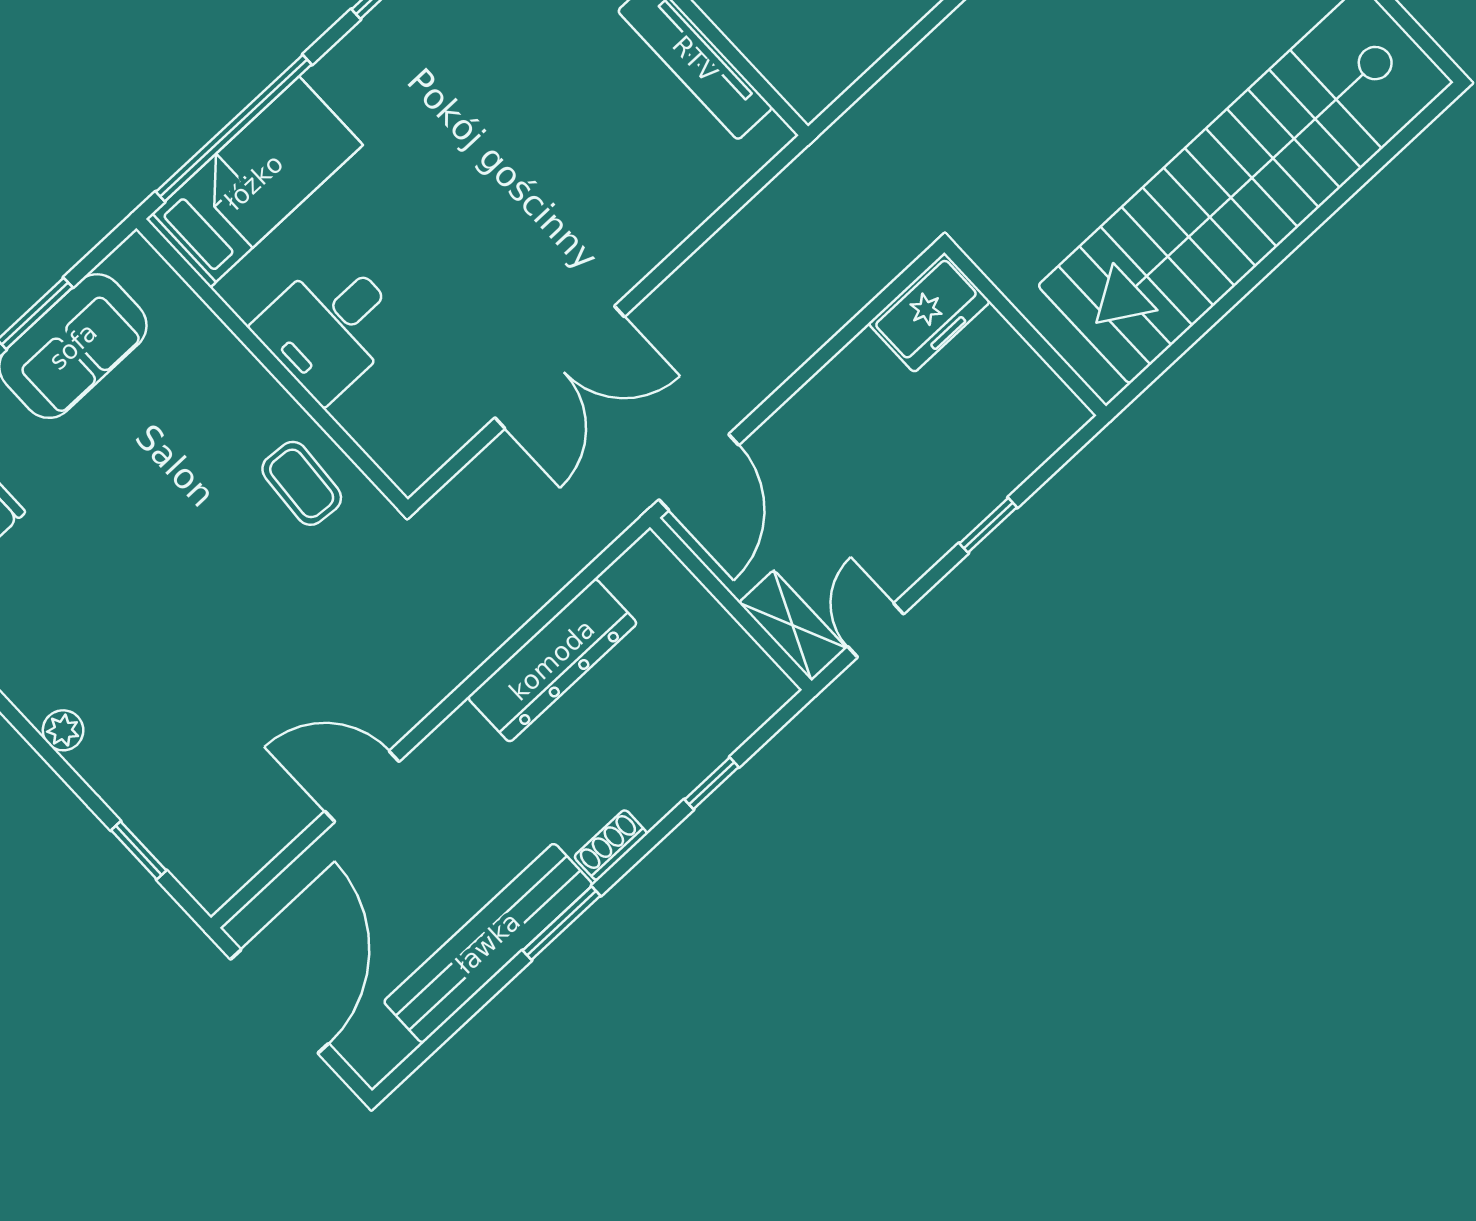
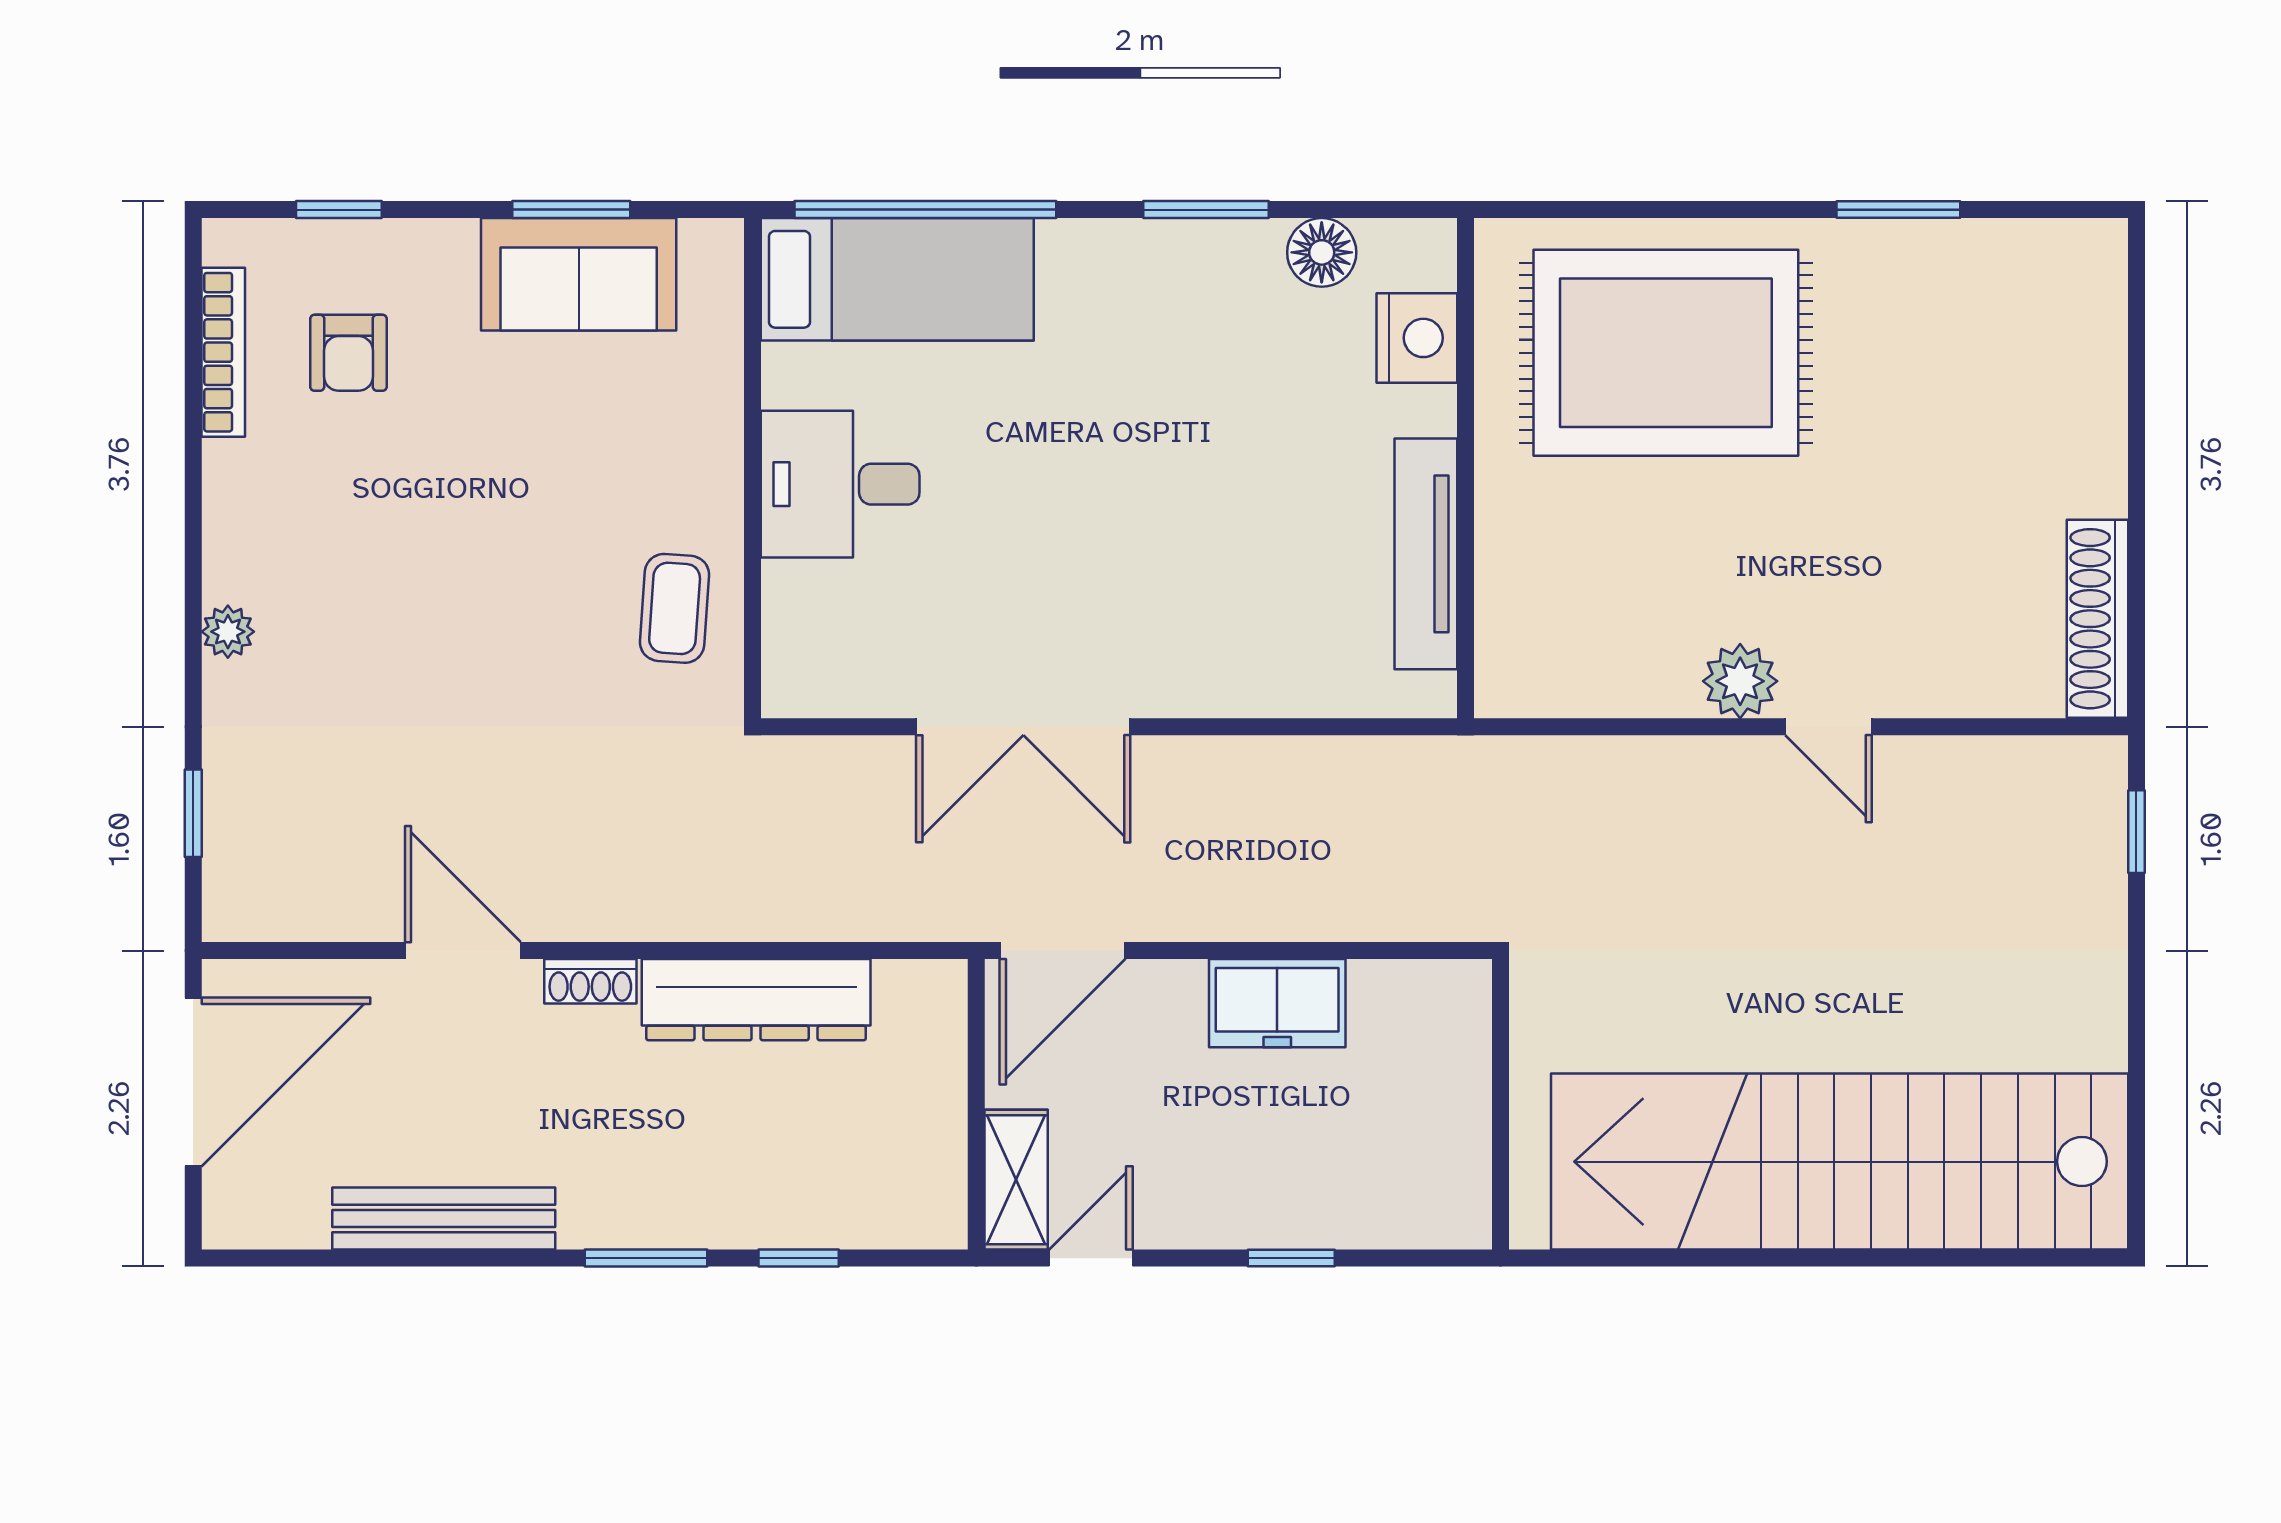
freezer: (929, 313) -> (1277, 1003), moved
shoe rack: (611, 845) -> (590, 981), moved, turned 180
window: (562, 923) -> (646, 1258), moved
bench: (488, 943) -> (444, 1219), width x0.73, depth x0.82

